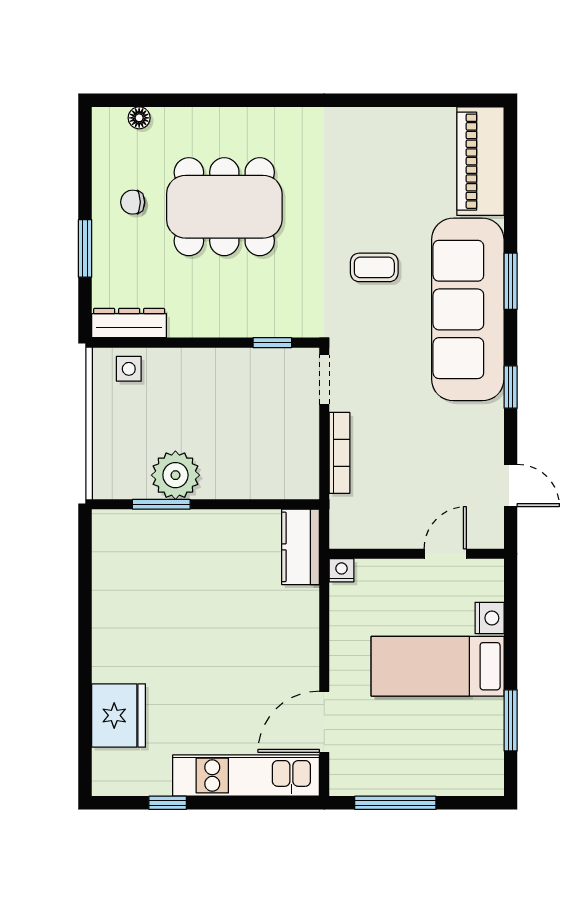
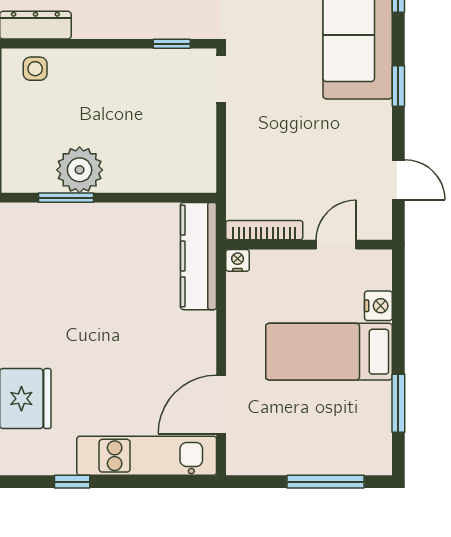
bookcase: (340, 453) -> (264, 230), moved, turned -90
kitchen counter: (300, 547) -> (199, 256), width x1.50
window: (395, 803) -> (325, 482), moved

